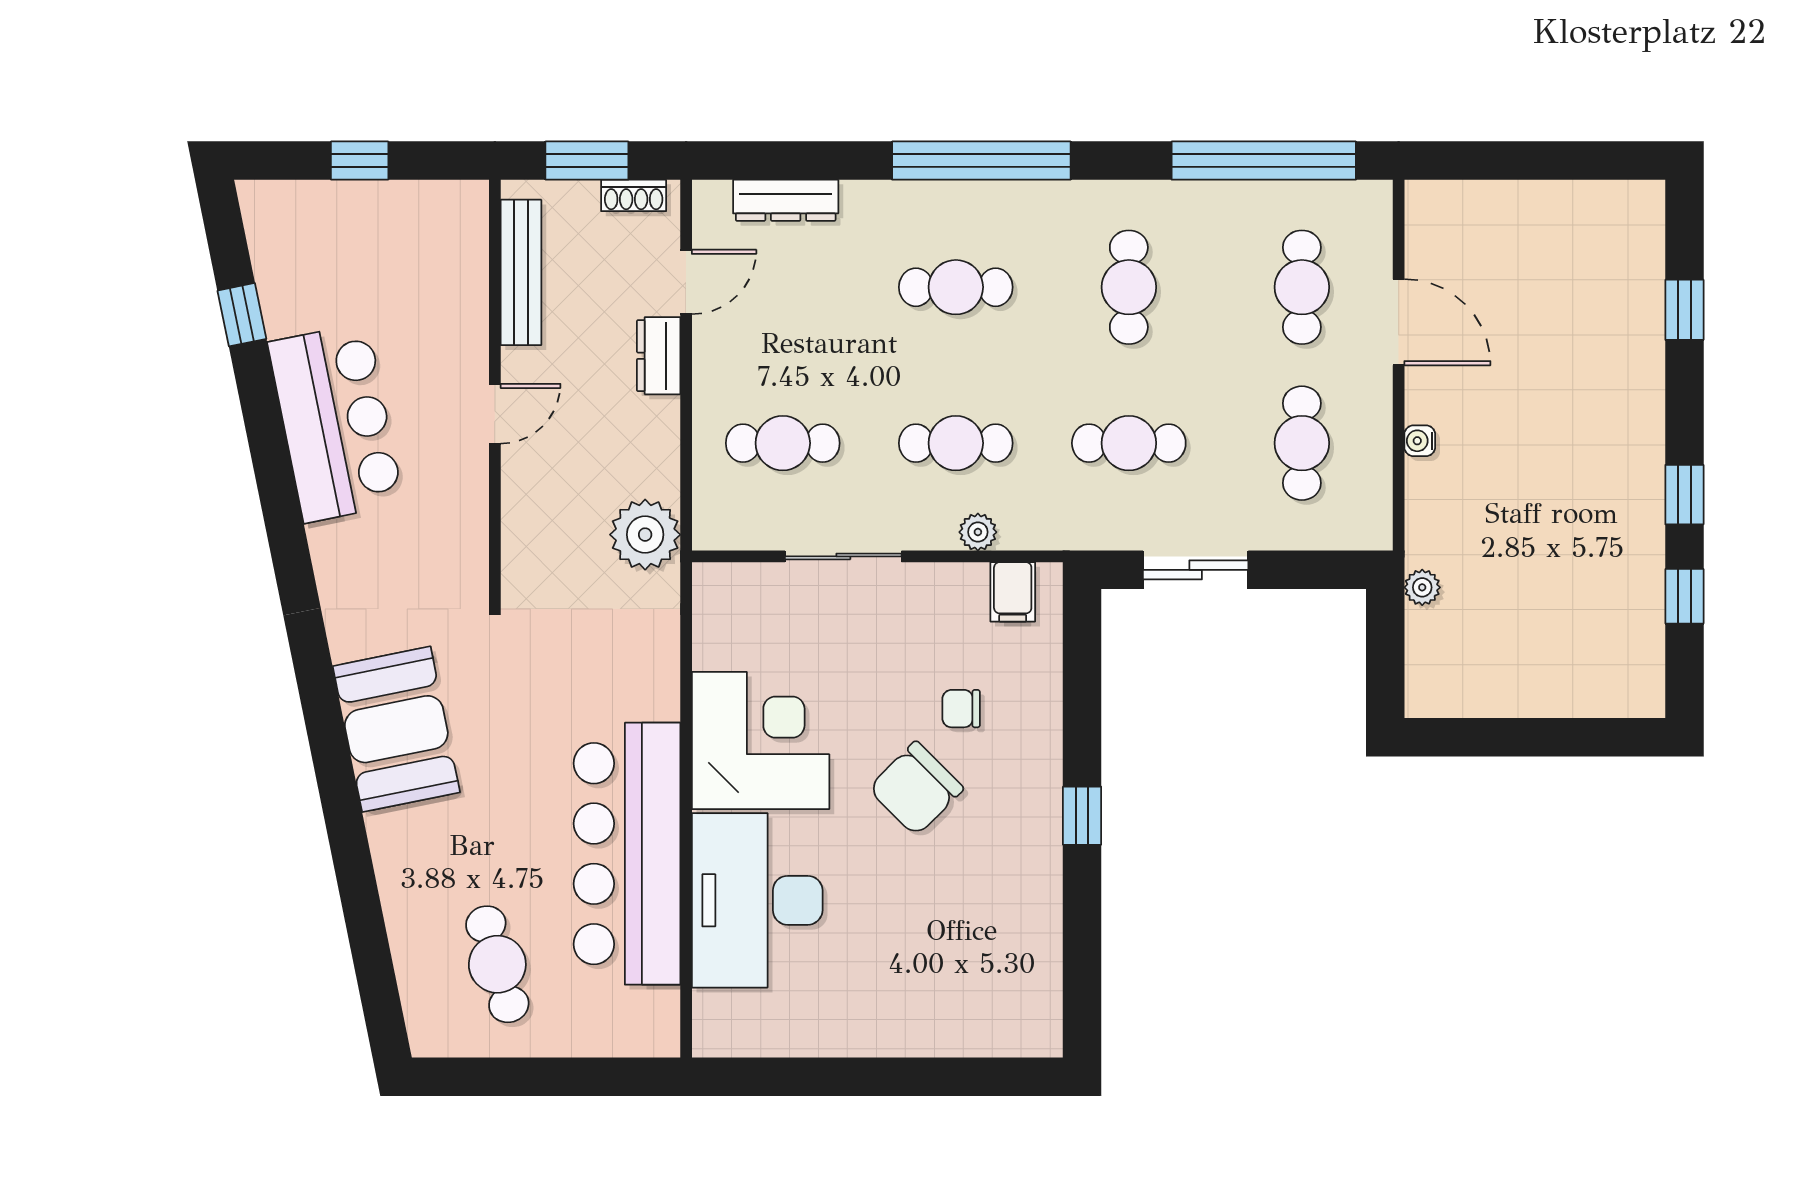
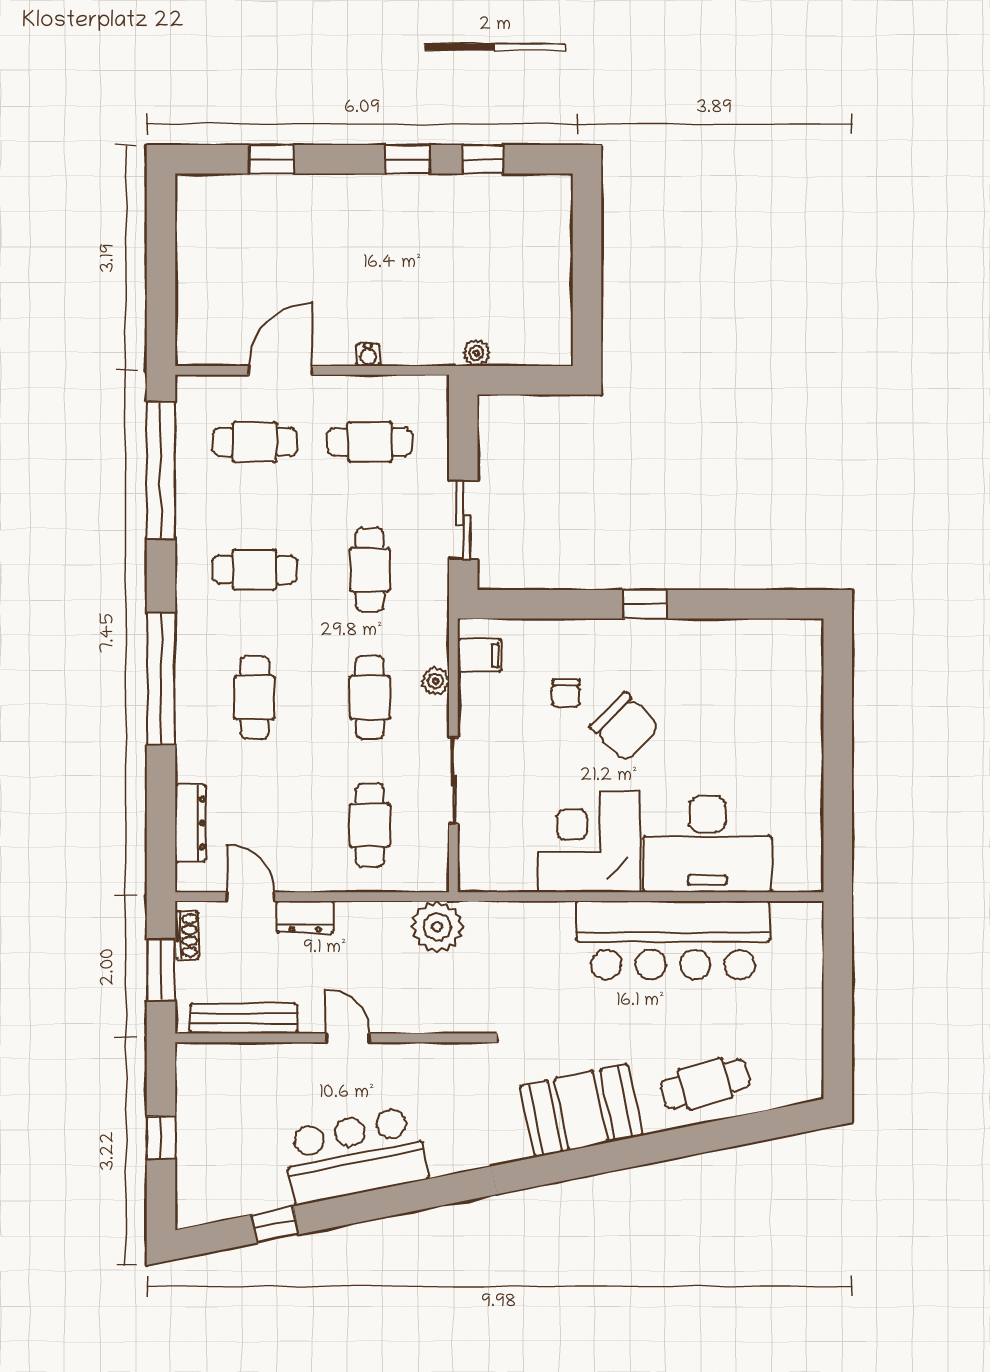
cafe table: (497, 964) -> (705, 1084), moved

